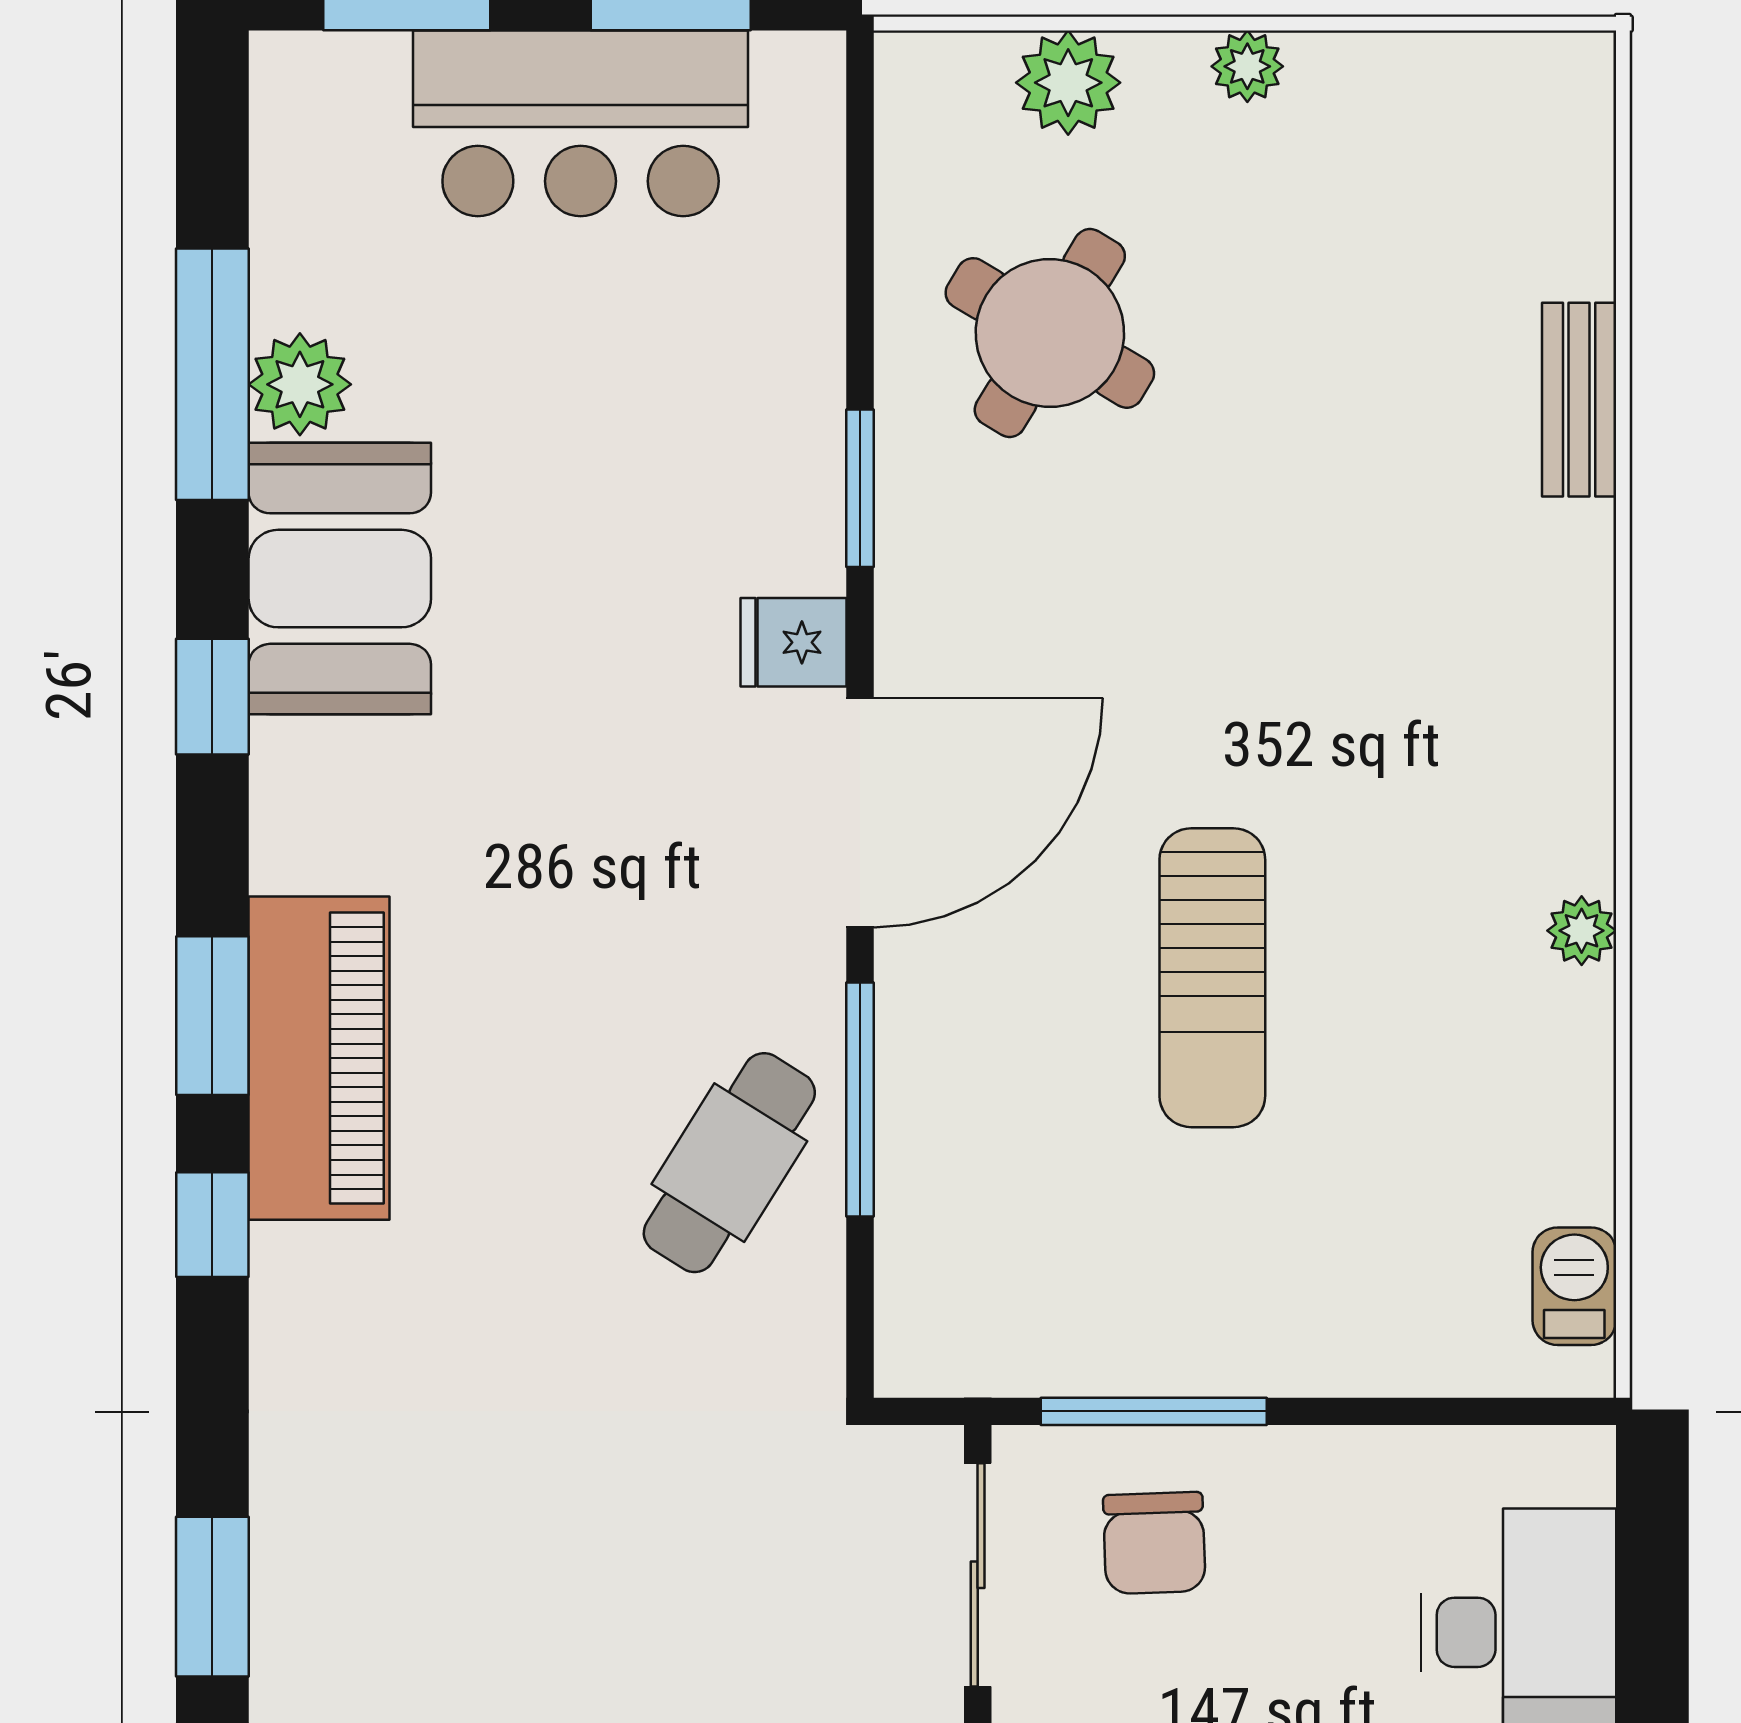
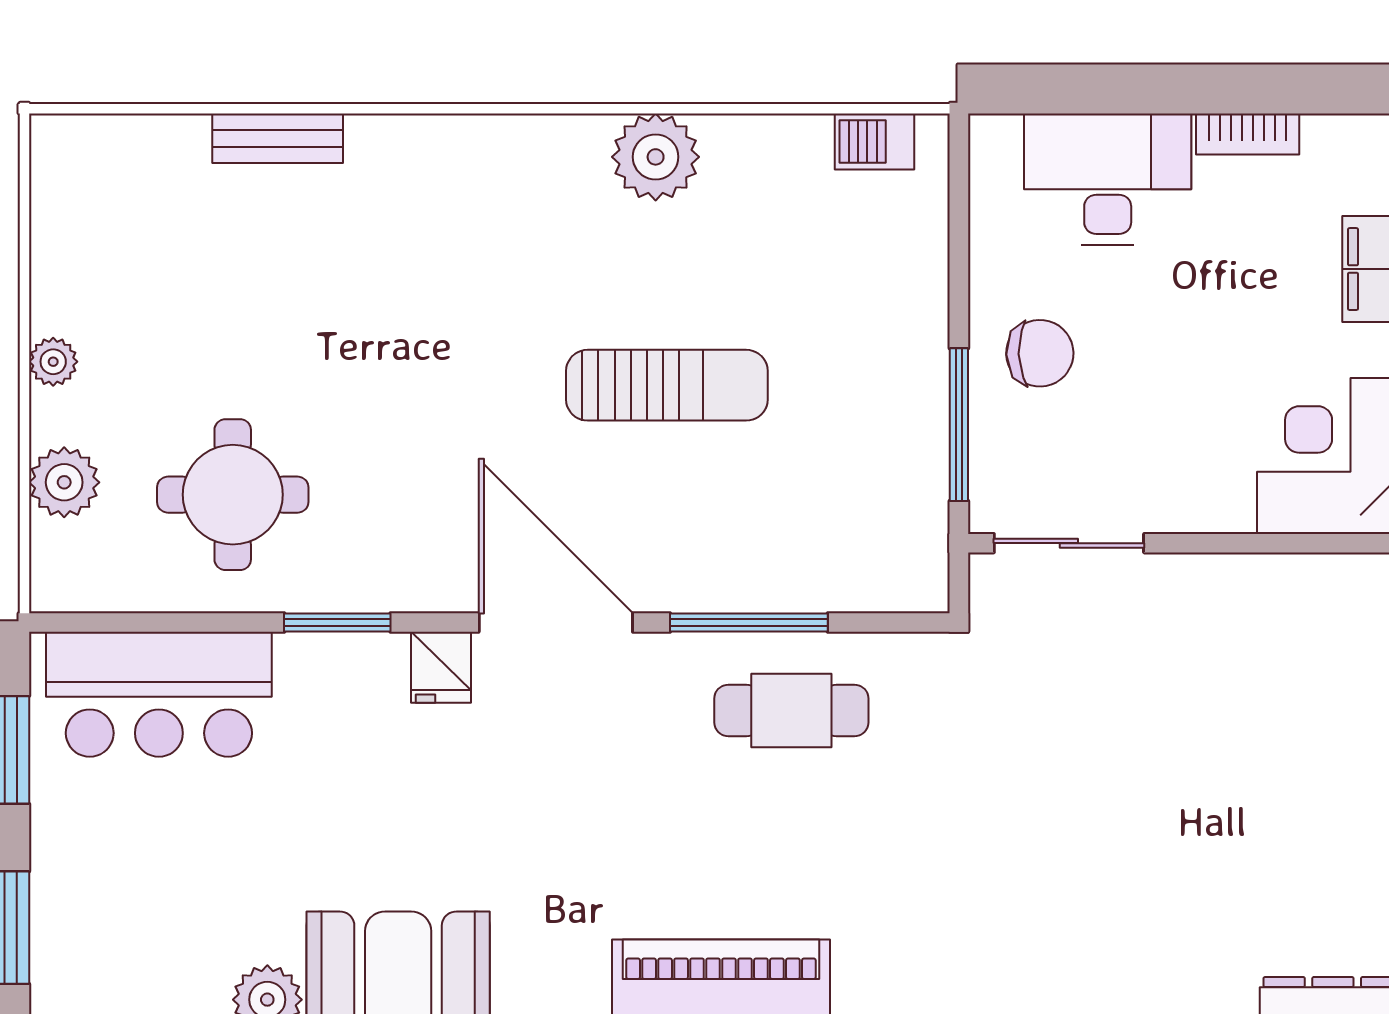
bar counter: (581, 123) -> (159, 694), moved, turned 90
round table: (1050, 333) -> (233, 495), turned -31
plant: (1582, 931) -> (656, 157), width x1.88, depth x1.88
cafe table: (729, 1163) -> (791, 710), turned -32
chair: (1154, 1543) -> (1040, 353), moved

